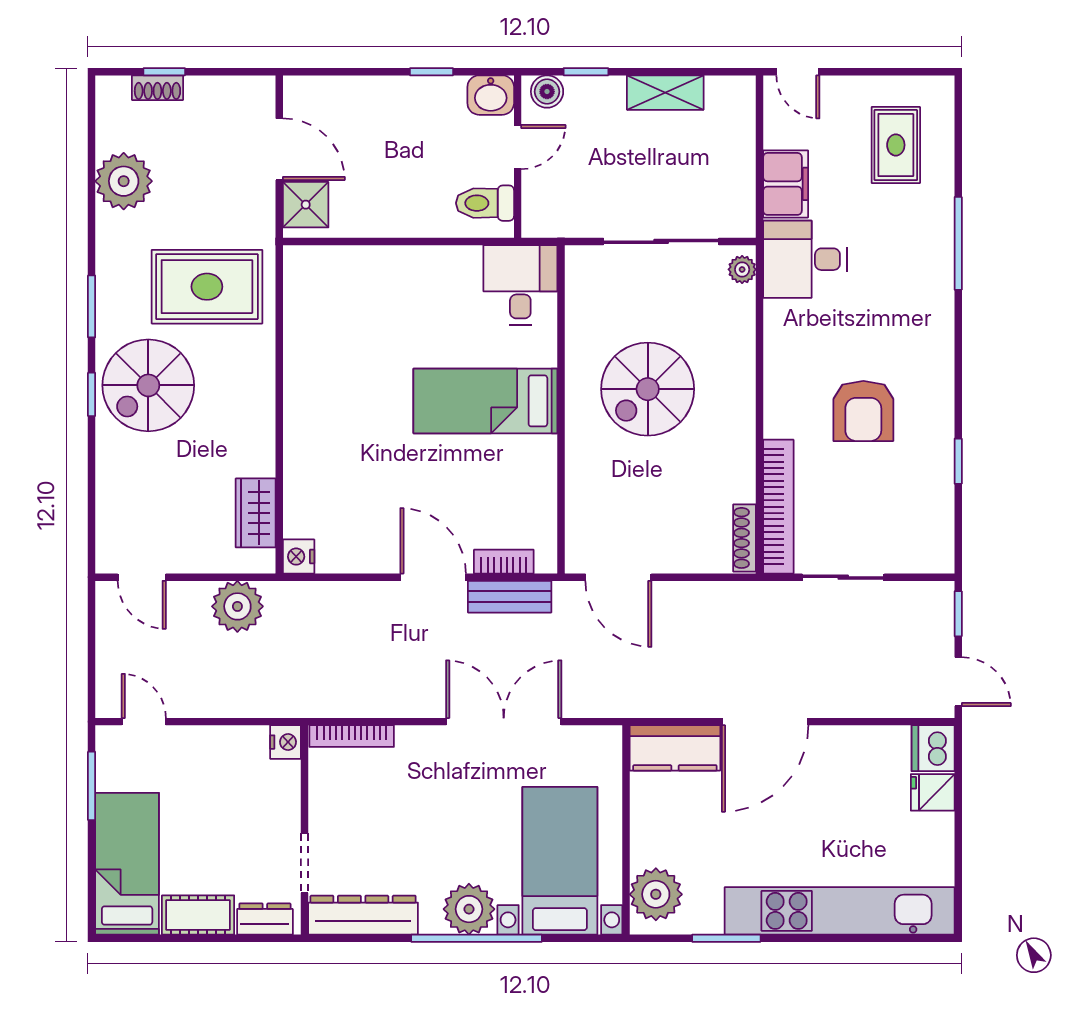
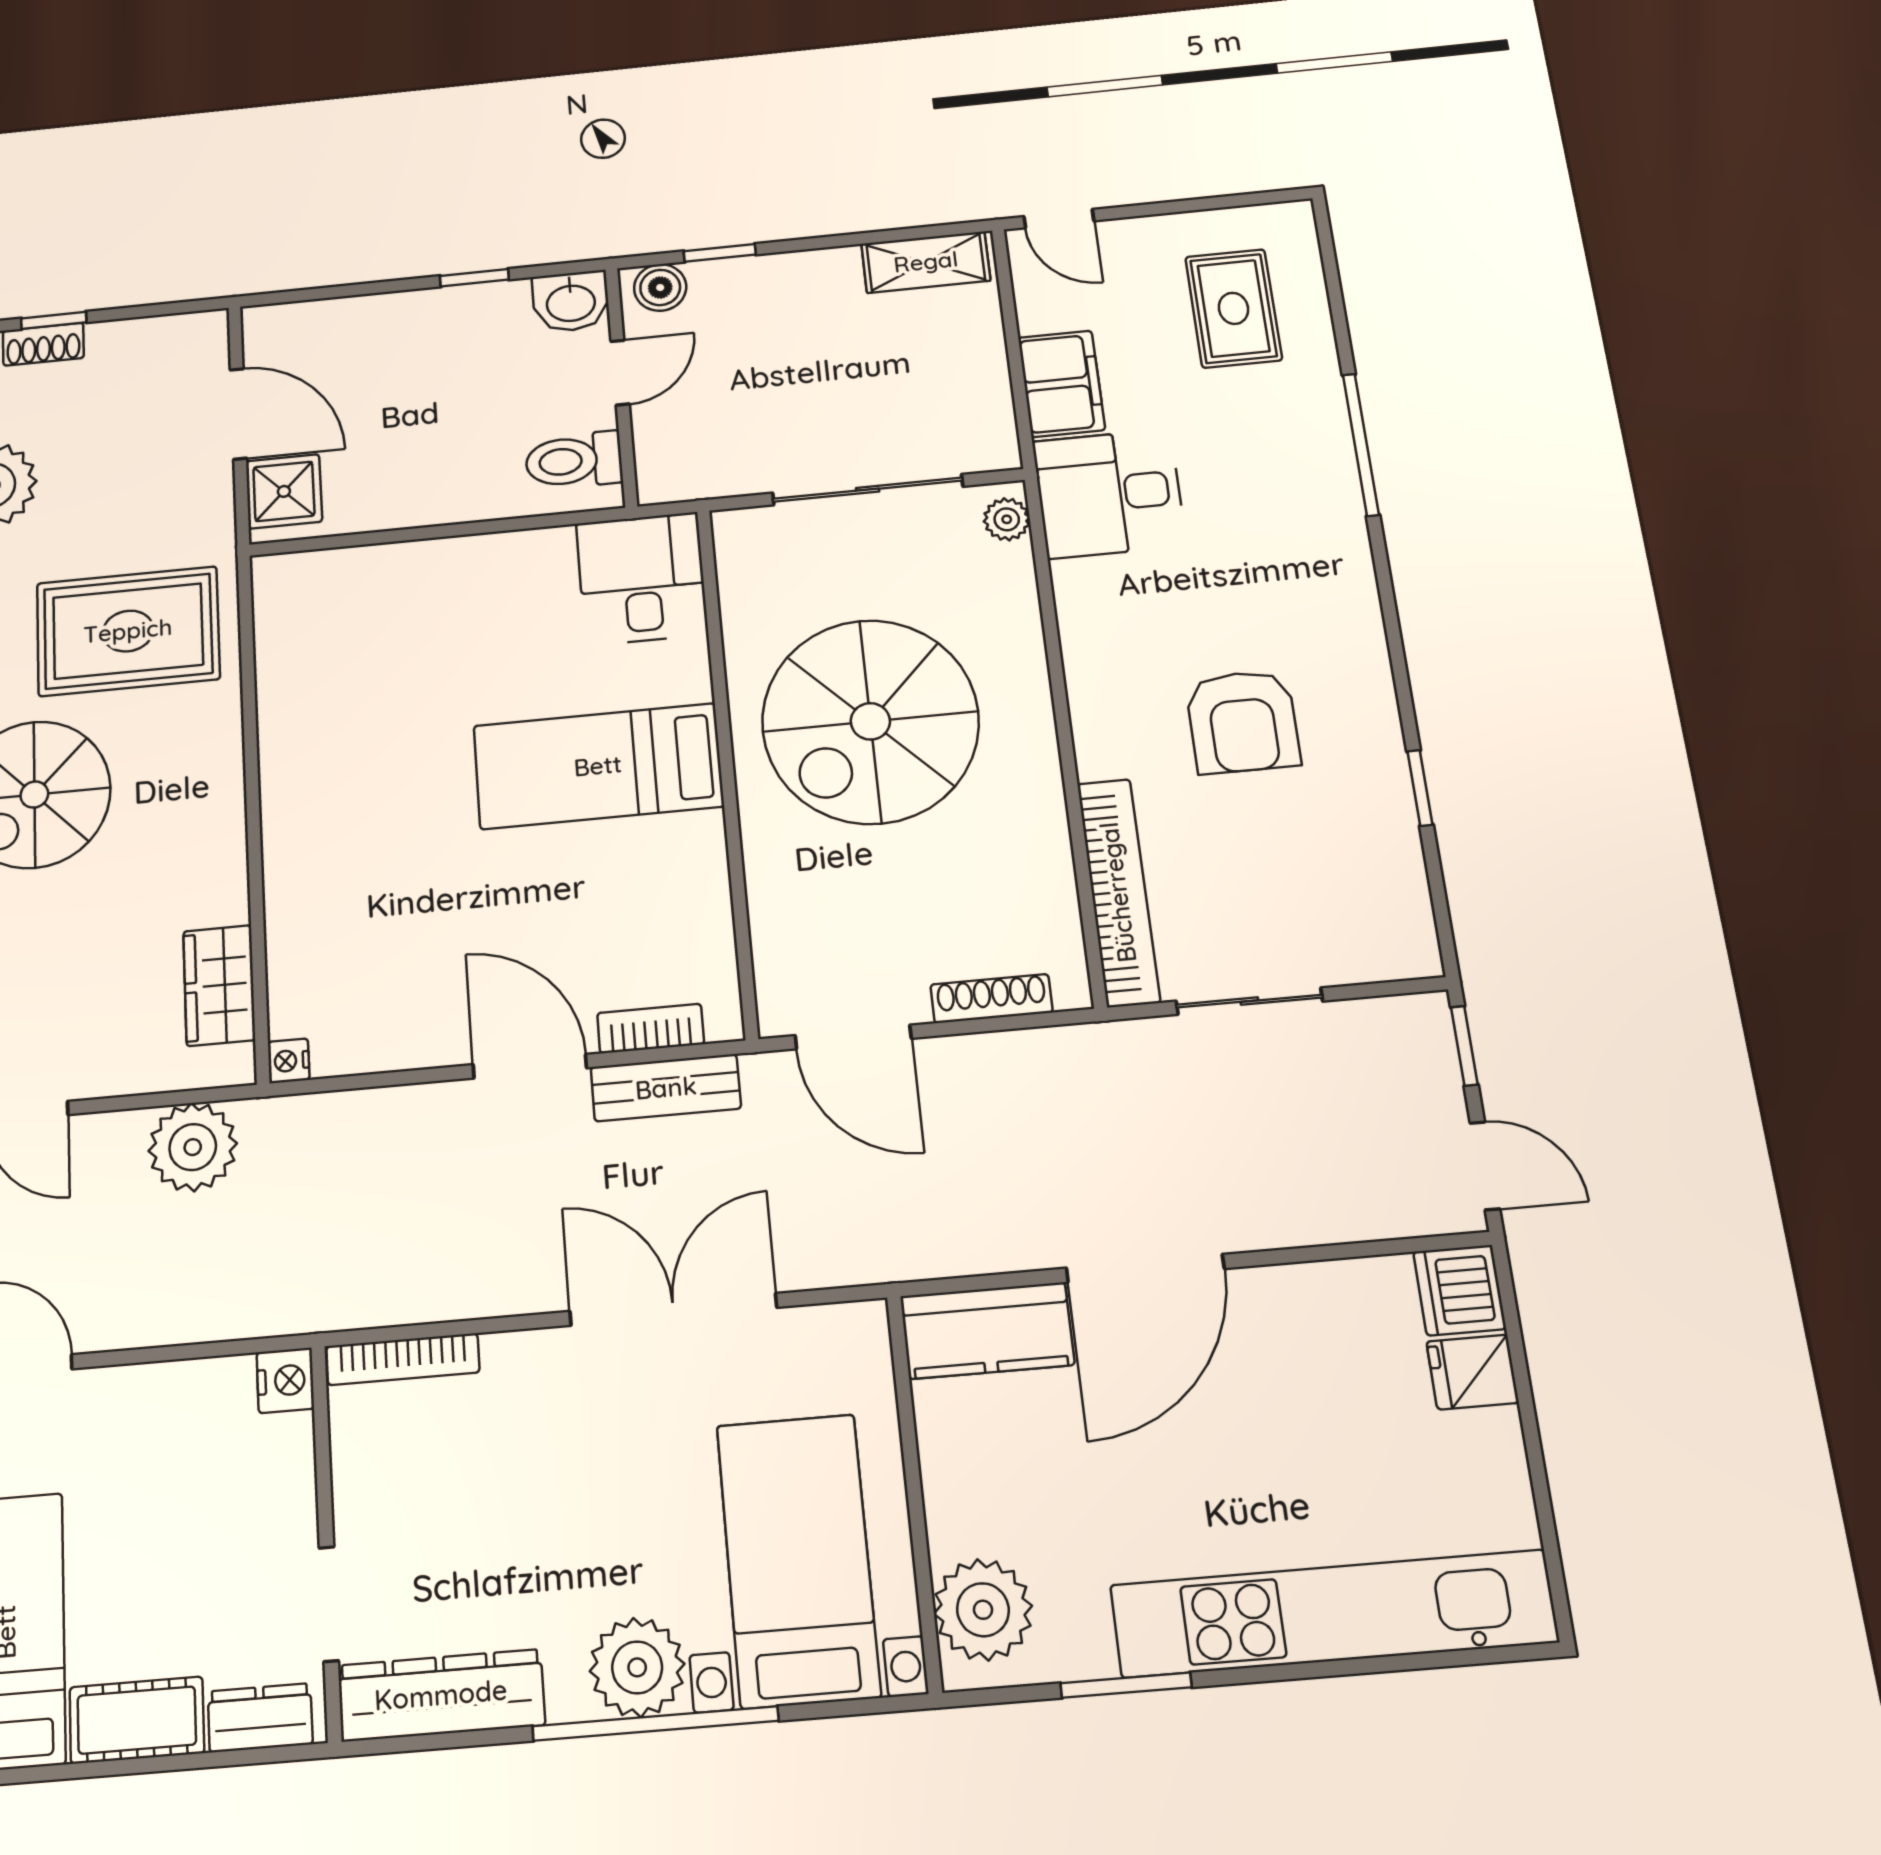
shelving: (665, 93) -> (926, 262), moved
spiral stairs: (648, 389) -> (870, 721), width x1.37, depth x1.37
shoe rack: (745, 538) -> (991, 998), moved, turned 90
nightstand: (299, 557) -> (289, 1061), width x0.72, depth x0.74

